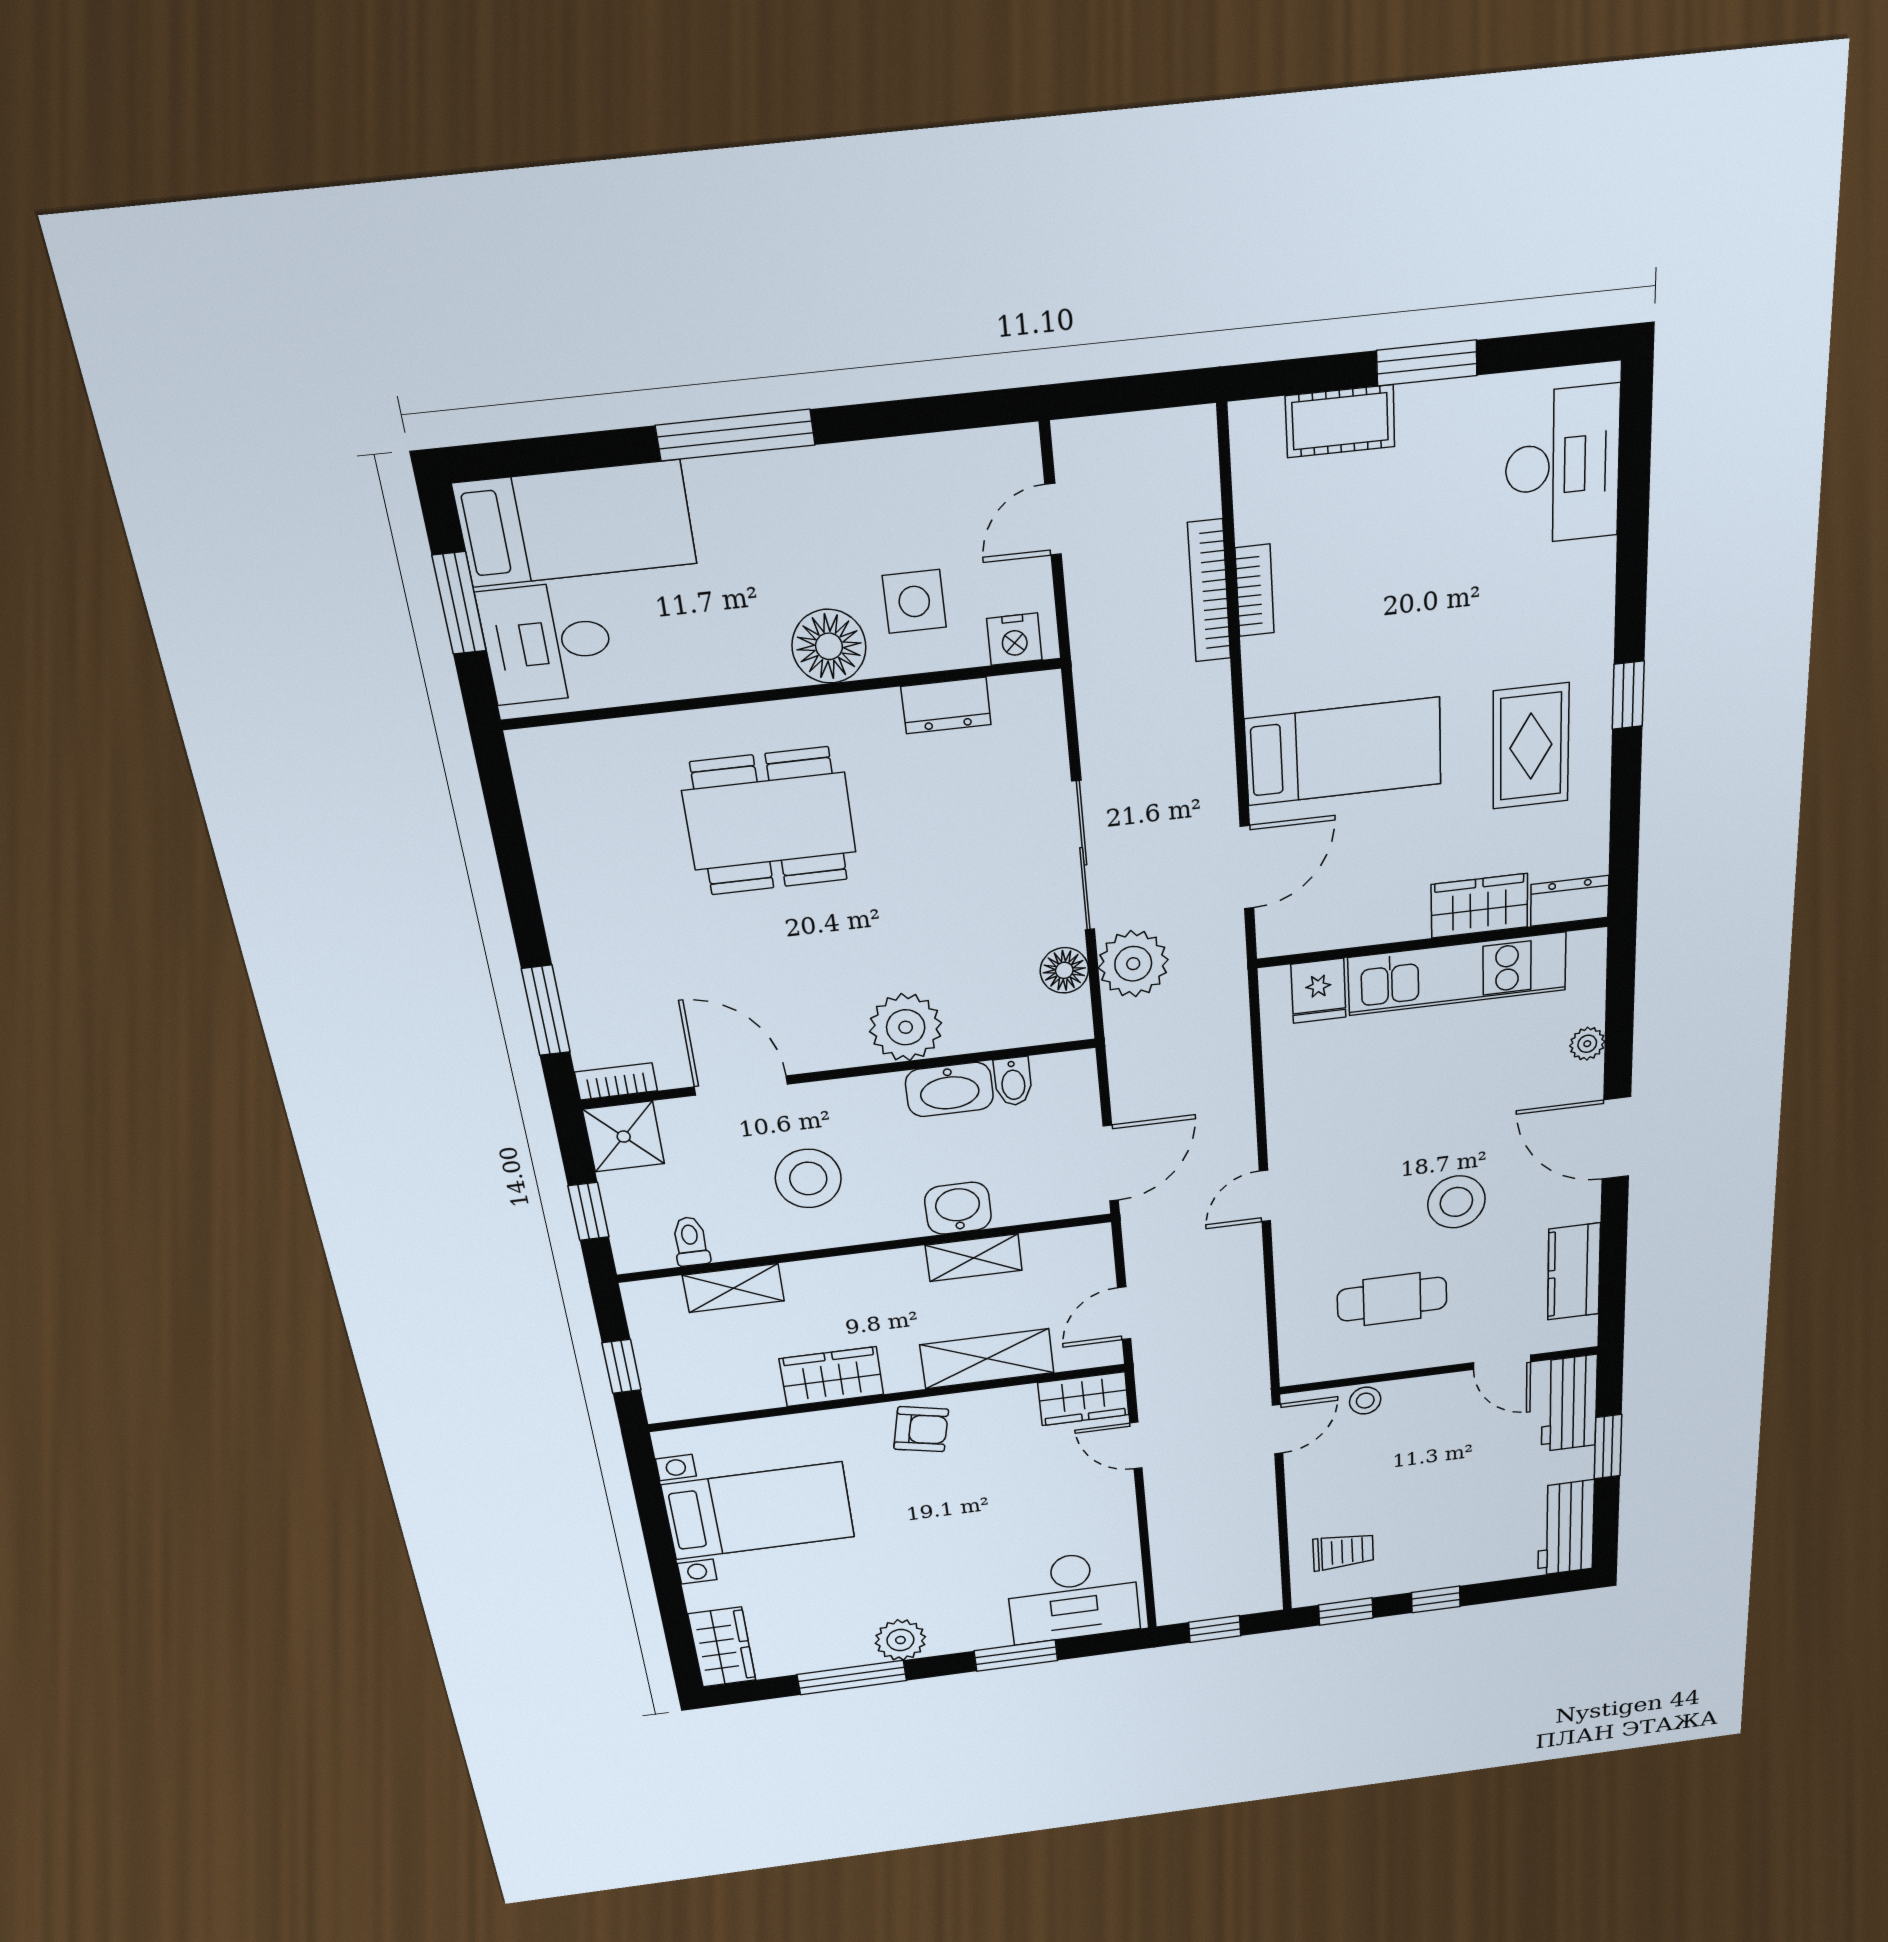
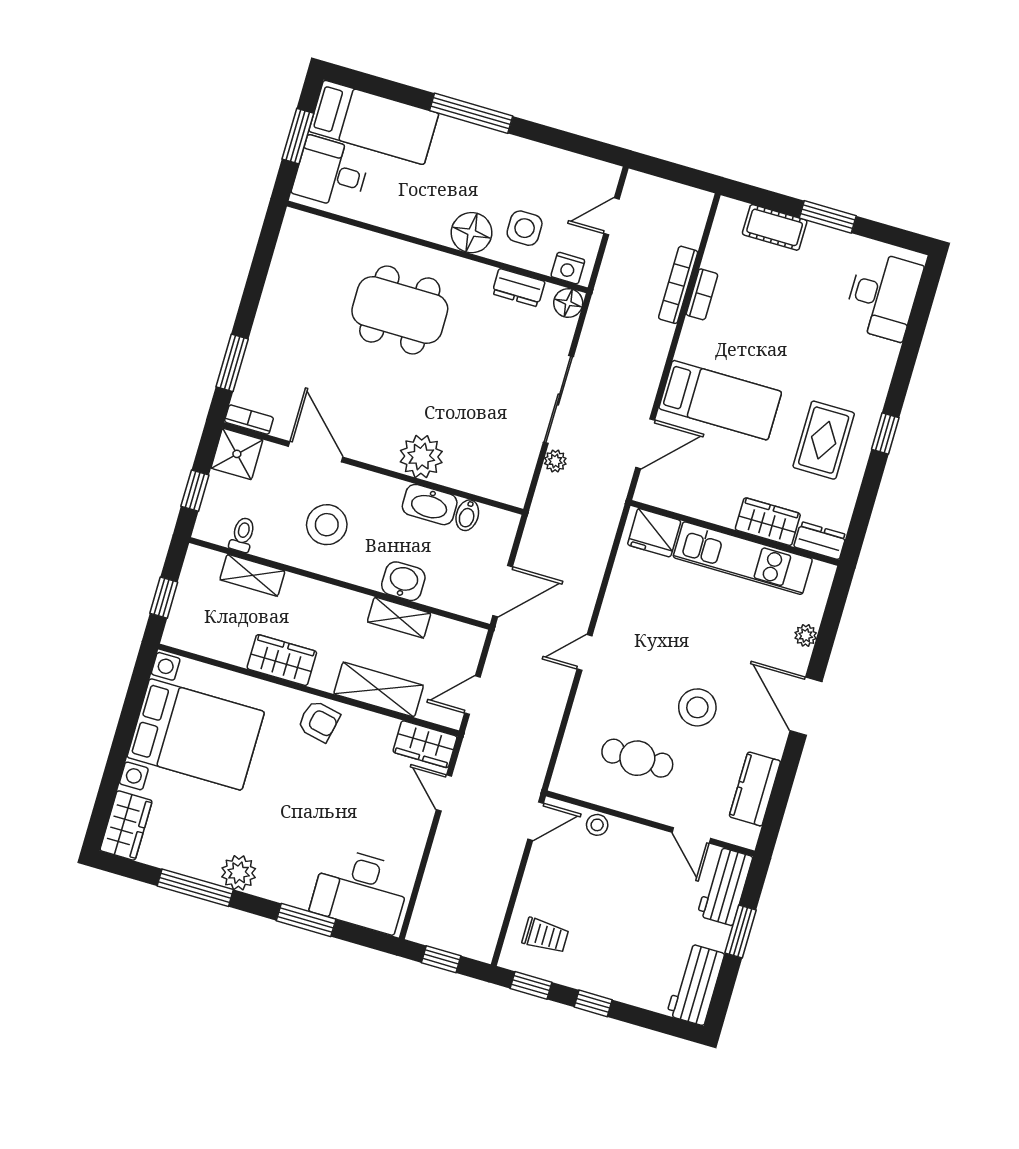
plant: (1133, 964) -> (555, 461), width x0.53, depth x0.53
floor lamp: (1064, 970) -> (568, 303), moved
fridge: (1318, 991) -> (654, 533), width x1.38
bed with nightstands: (759, 1511) -> (196, 734), width x1.36

